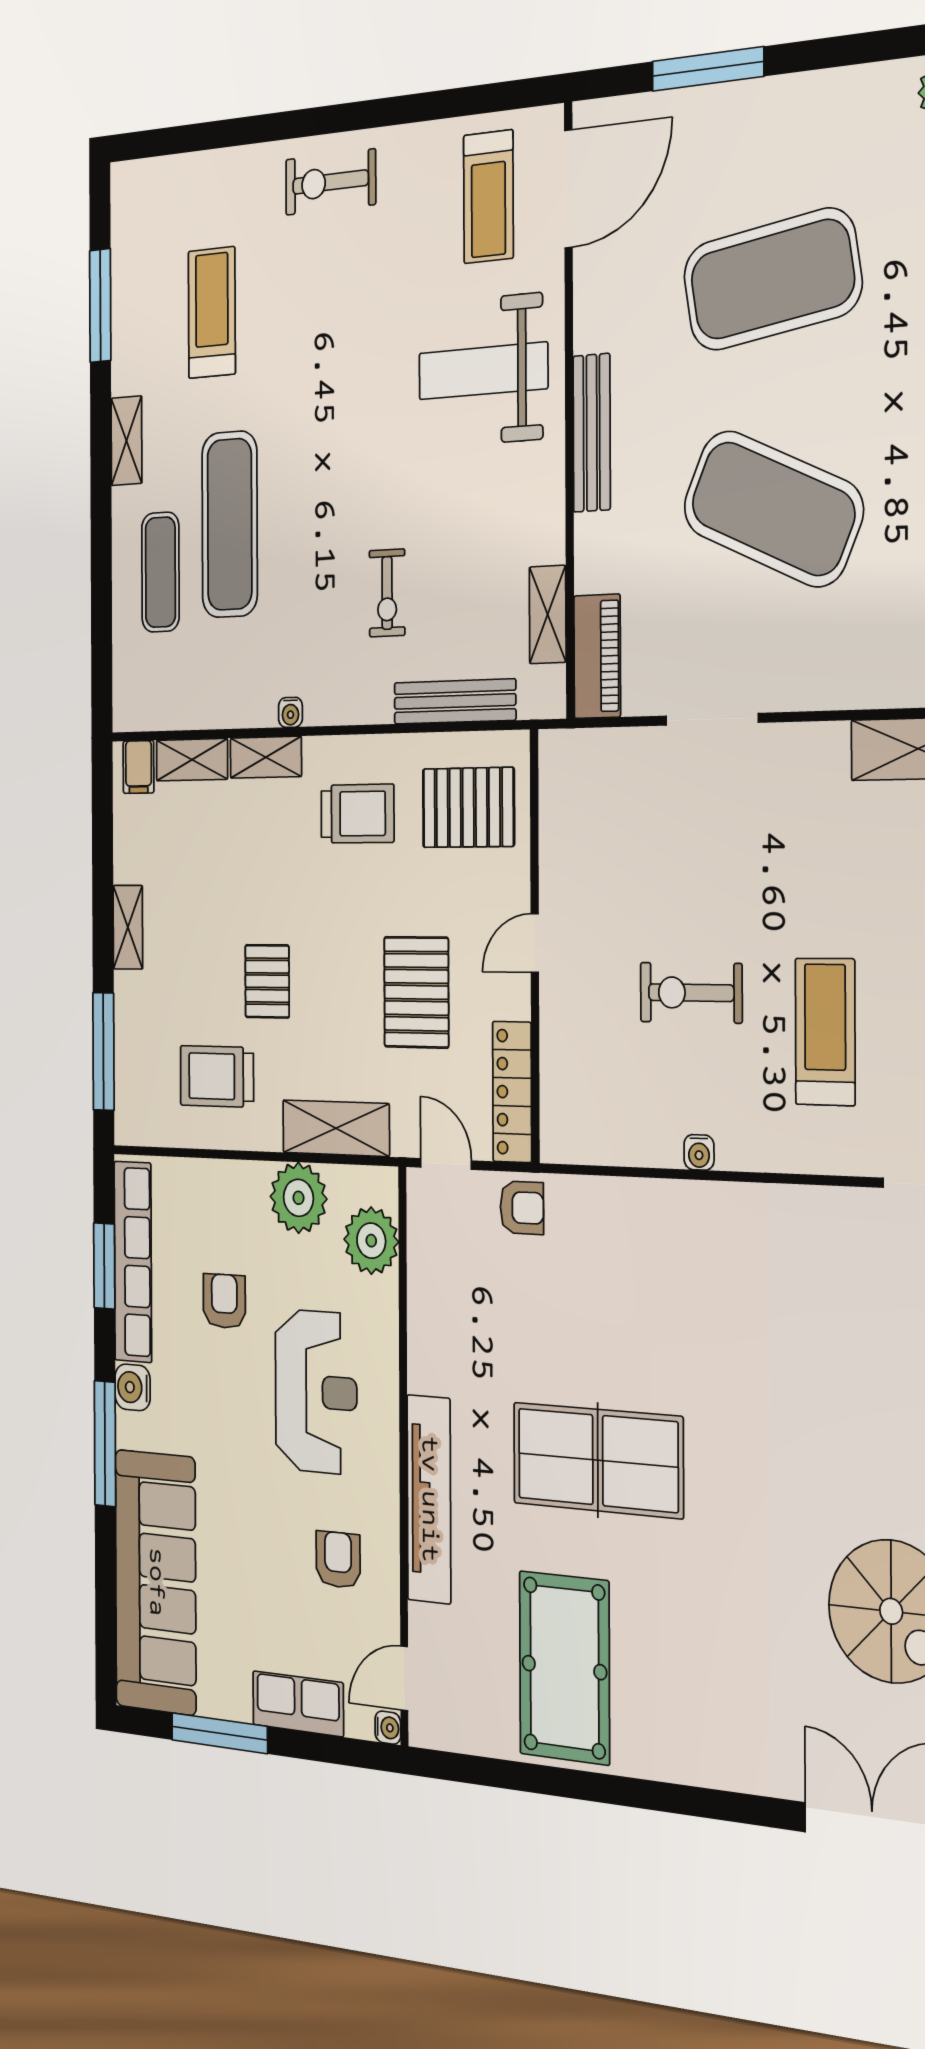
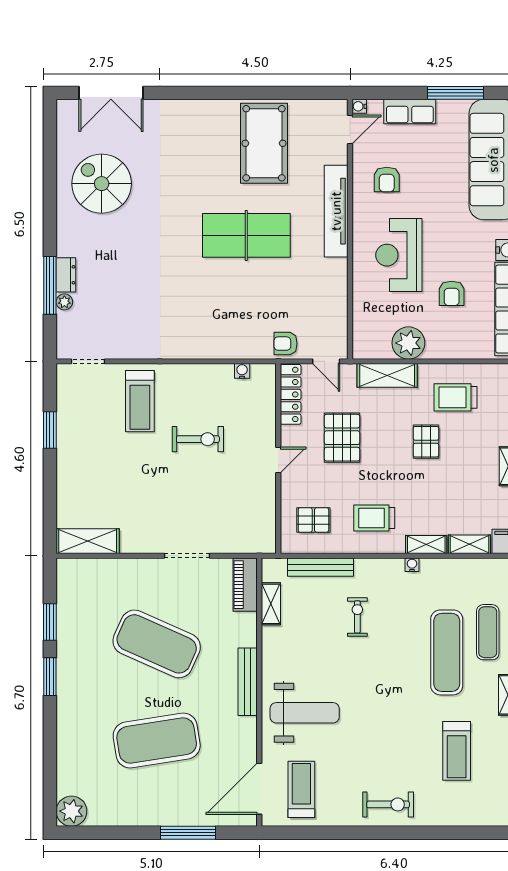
pallet: (468, 807) -> (313, 520), width x0.67, depth x0.71
treadmill: (825, 1032) -> (140, 401), moved
trolley: (217, 1076) -> (455, 397), turned 180
water cooler: (699, 1152) -> (242, 371), moved
plant: (371, 1241) -> (367, 325), removed

